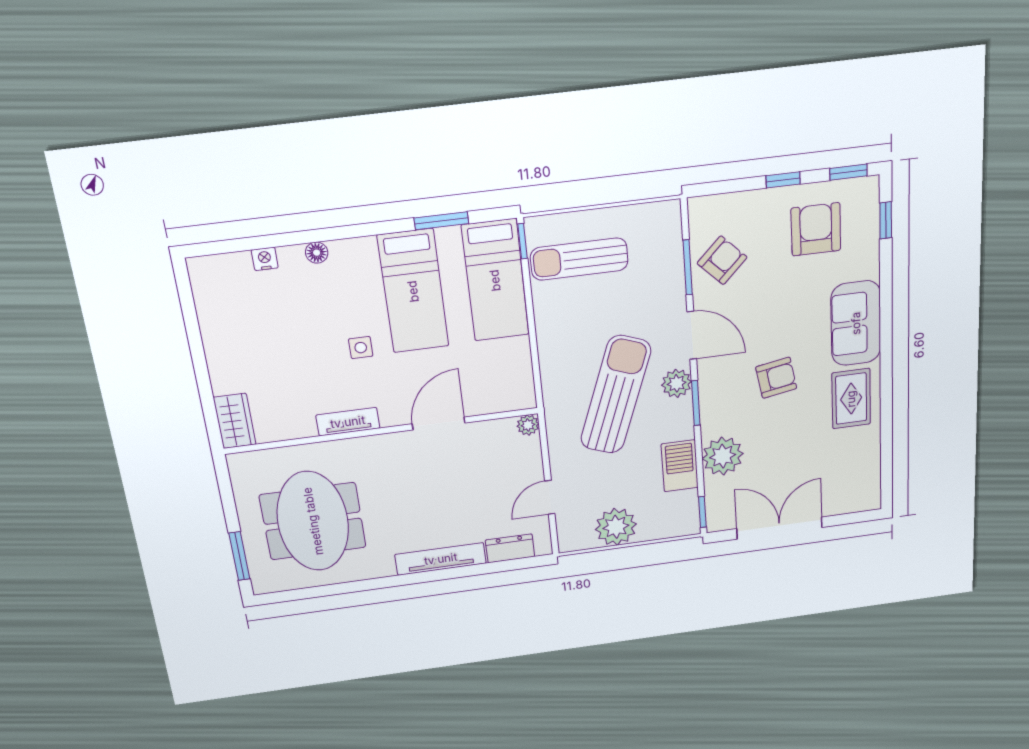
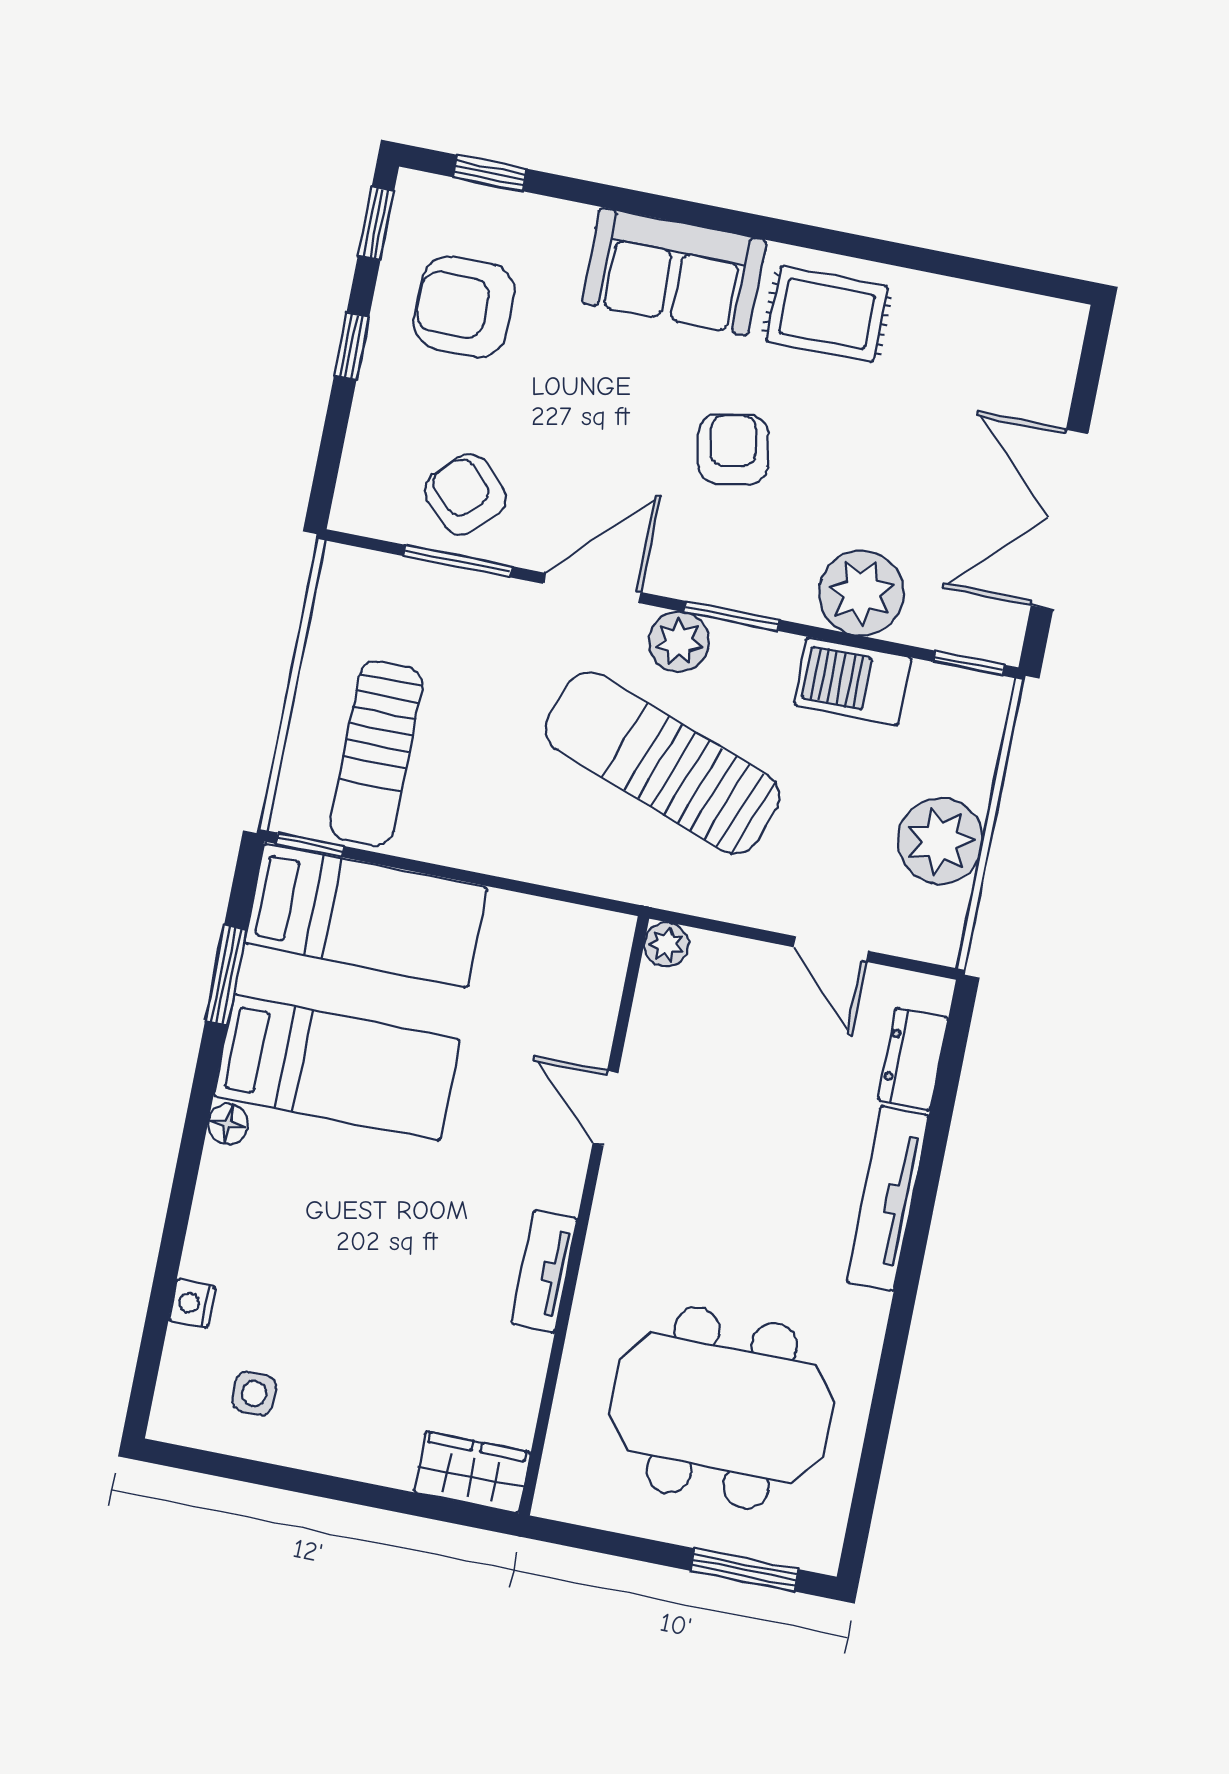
floor lamp: (317, 253) -> (228, 1124), moved
side table: (361, 348) -> (254, 1393), moved
door: (439, 423) -> (605, 1108), width x0.73

